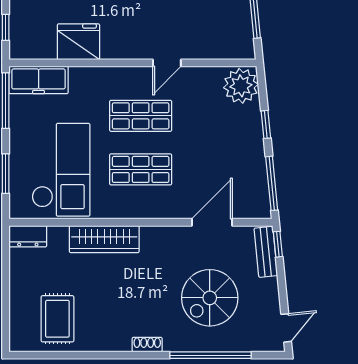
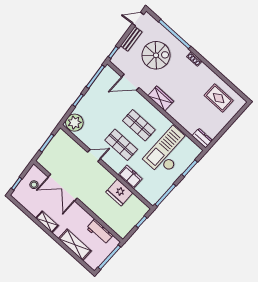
freezer: (39, 80) -> (130, 177), moved, width x0.71
wardrobe: (104, 239) -> (161, 99), moved, width x0.67
bench: (266, 252) -> (131, 39), moved
rug: (57, 319) -> (219, 98), turned 90

